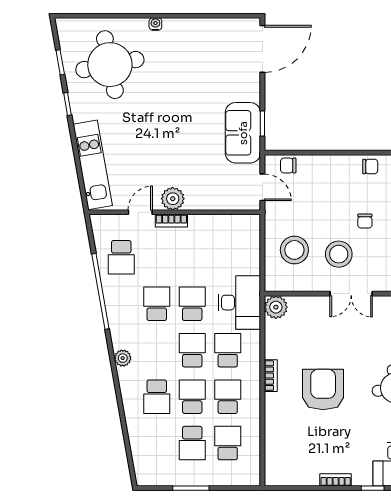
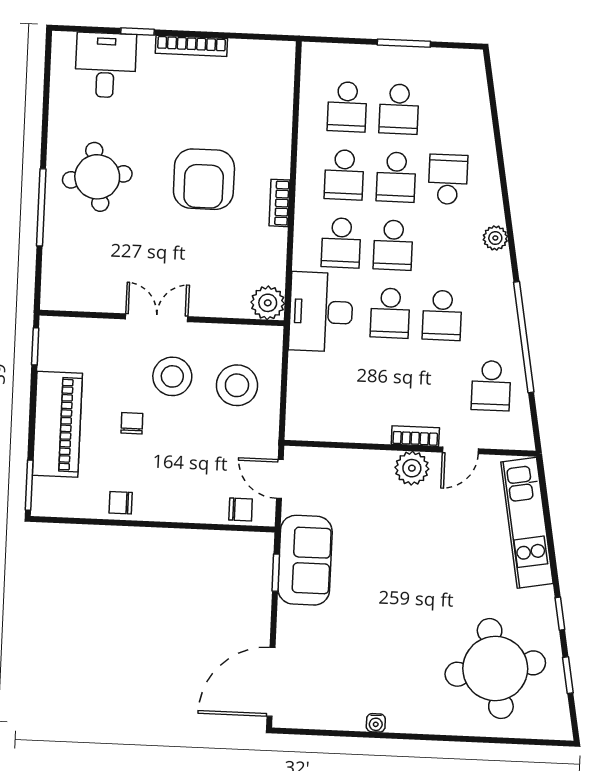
water cooler: (155, 24) -> (376, 723), moved
school desk: (121, 257) -> (491, 386), turned 180
school desk: (192, 443) -> (399, 109), turned 180
bookcase: (336, 480) -> (191, 46), width x1.56

